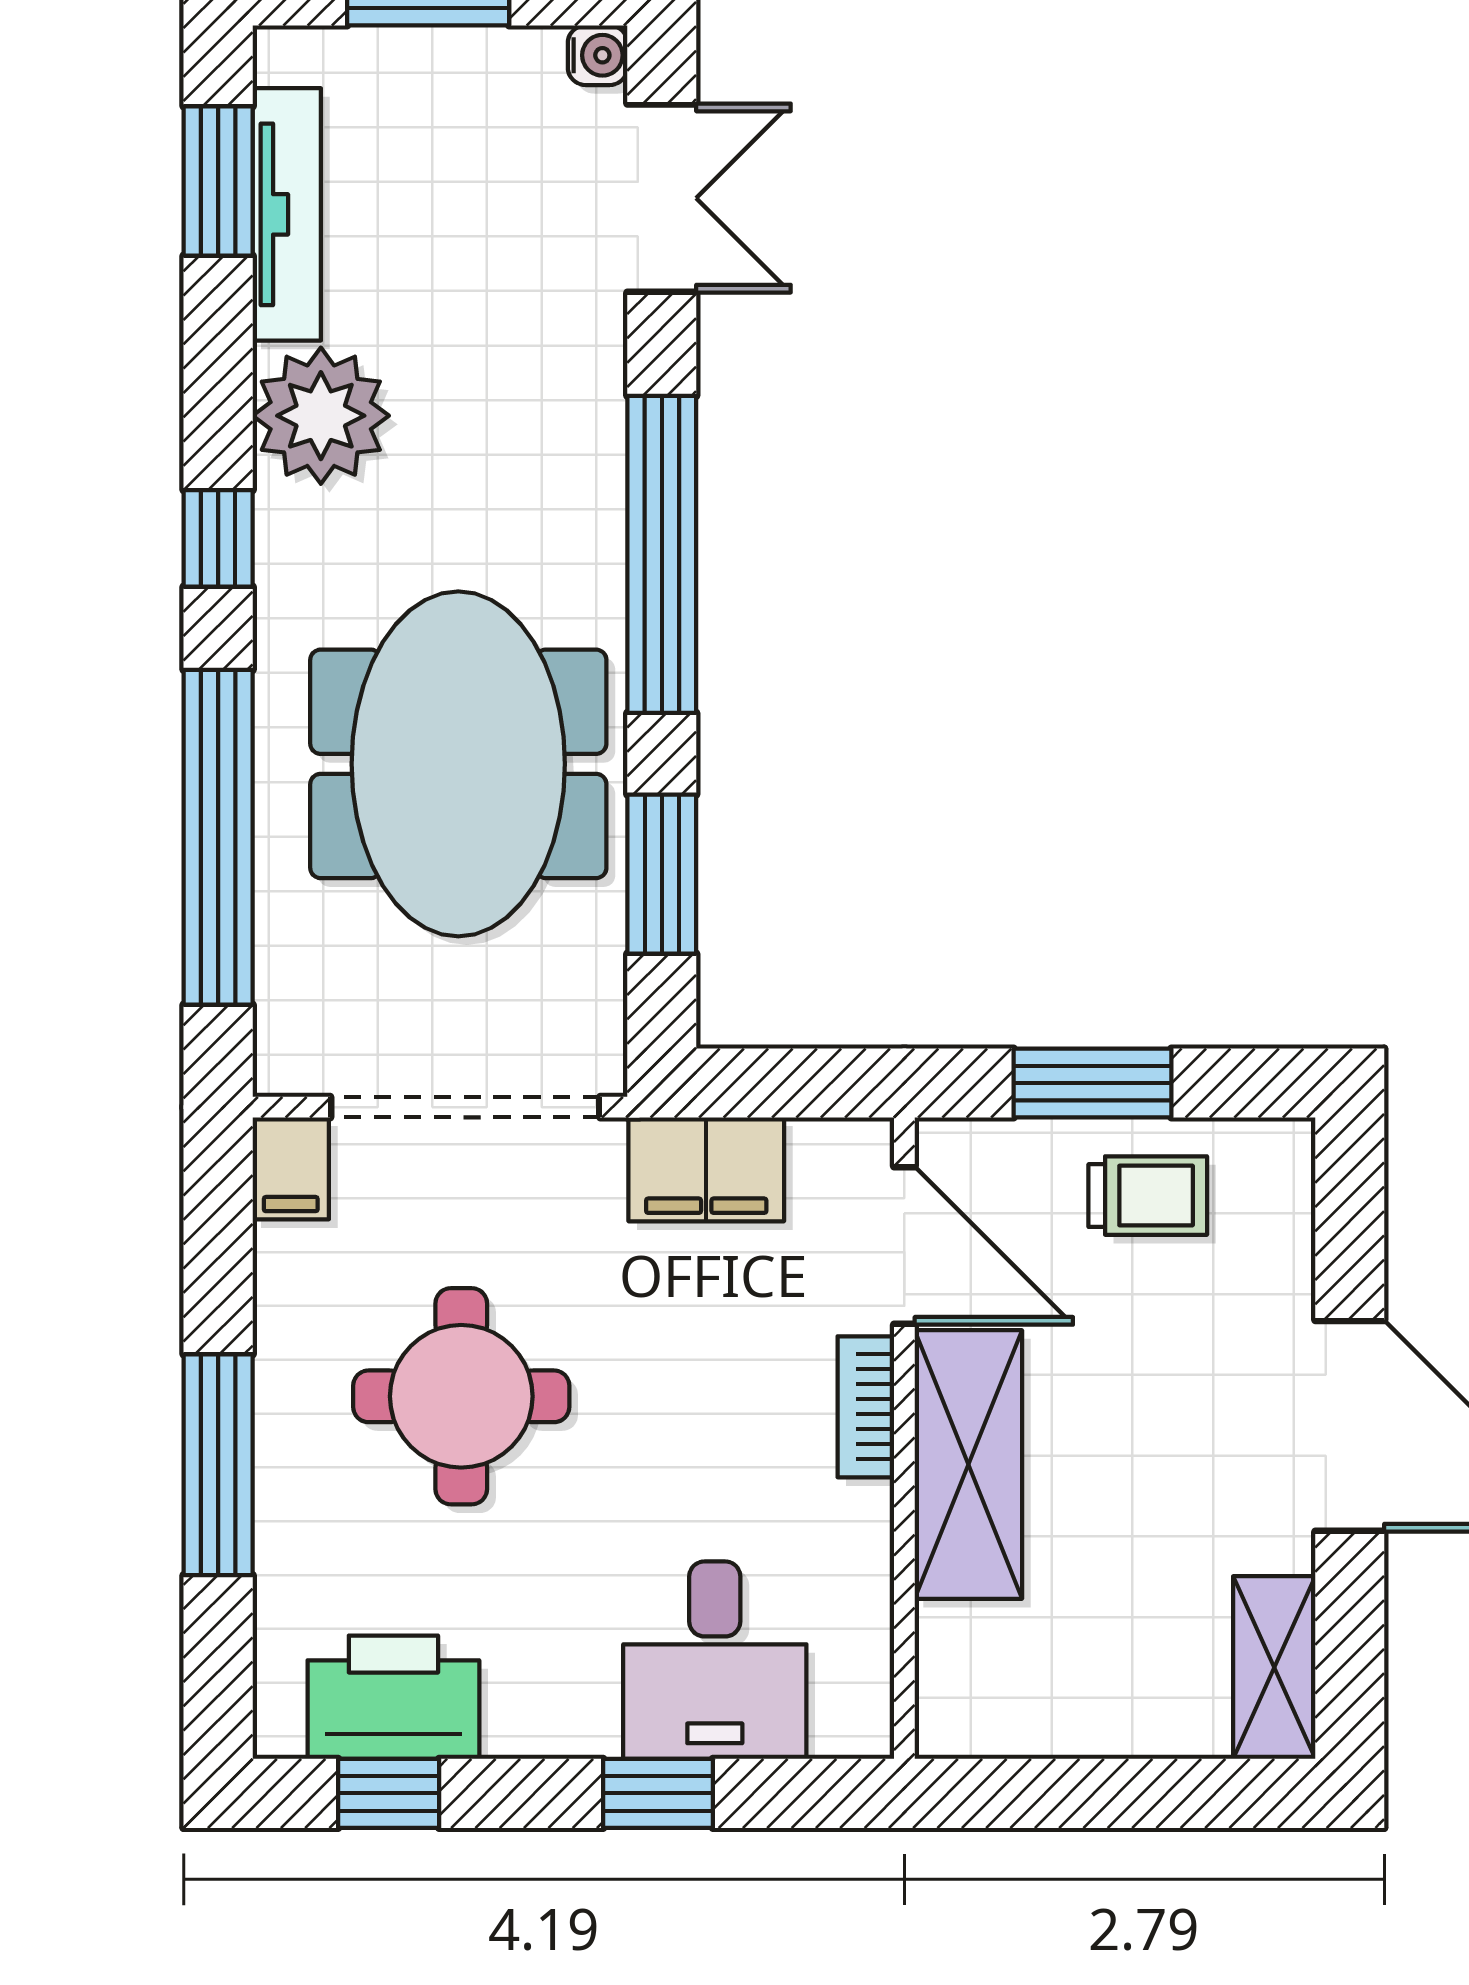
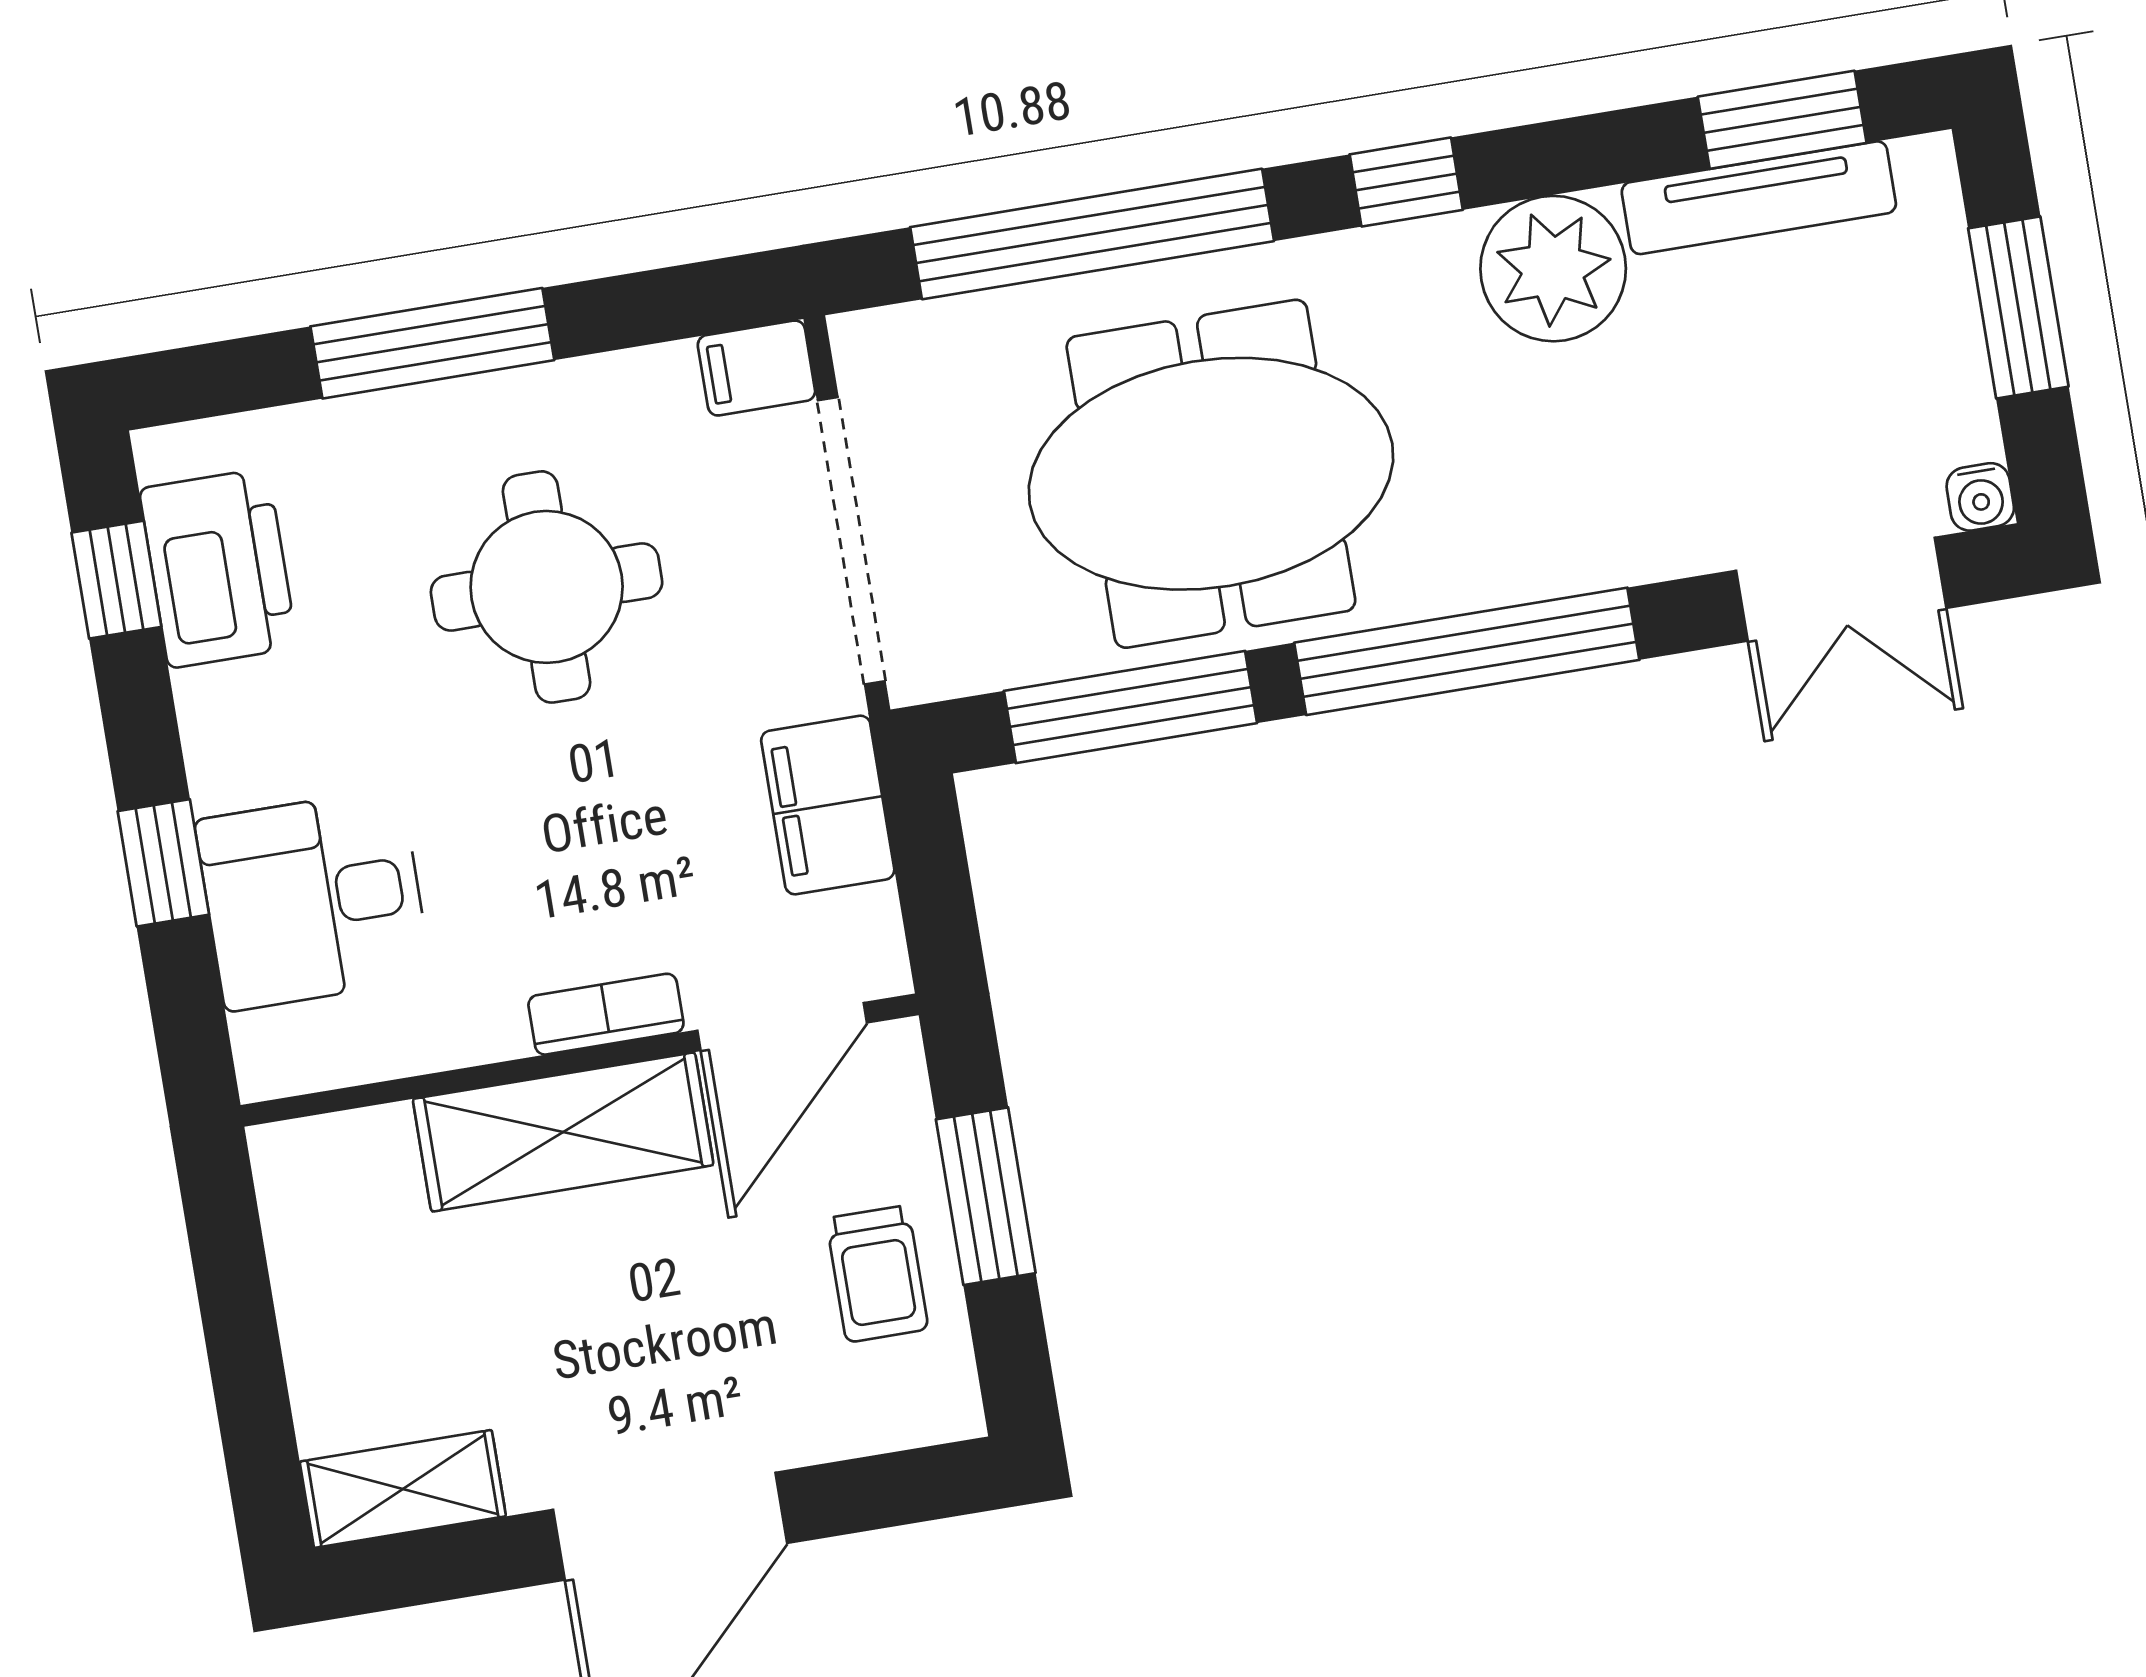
window: (662, 874) -> (1130, 707), width x1.44

